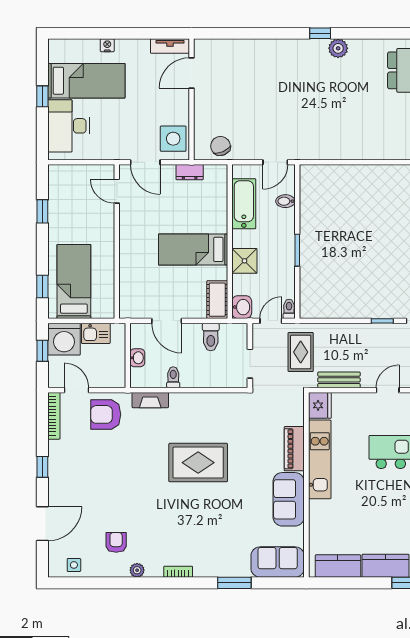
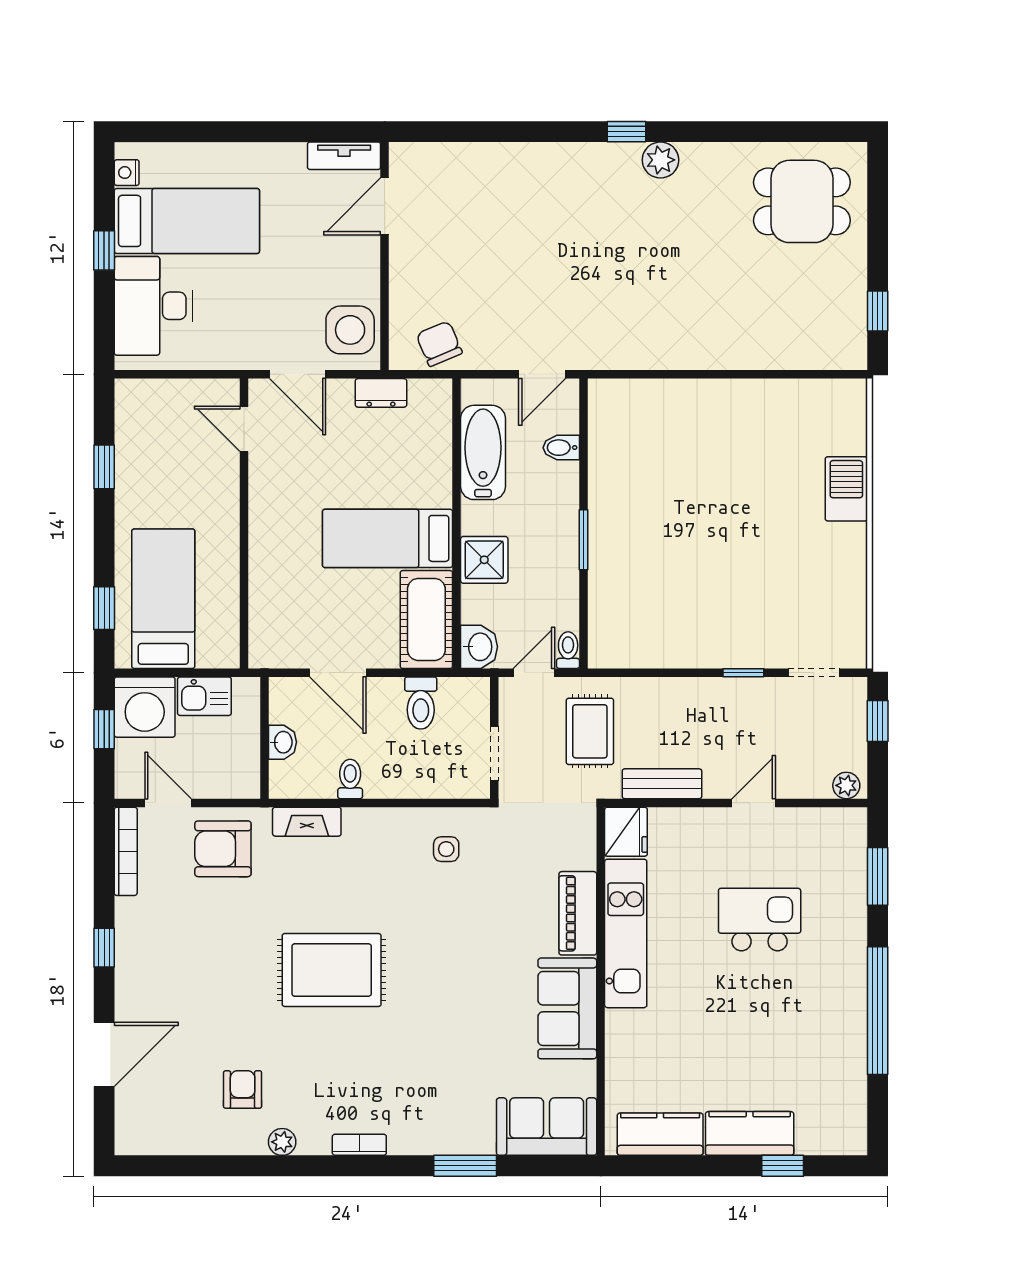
nightstand: (107, 45) -> (127, 173), moved, turned -90
cot: (217, 300) -> (426, 619), width x1.37, depth x1.34
rug: (198, 463) -> (332, 970), moved
side table: (74, 565) -> (446, 849), moved

